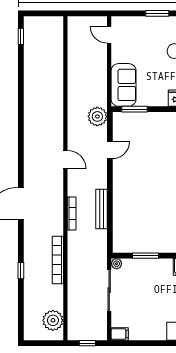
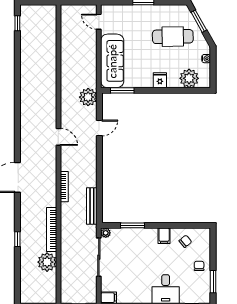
sofa: (124, 85) -> (112, 61), width x1.36
bench: (101, 209) -> (92, 206), moved
plant: (53, 320) -> (47, 262), moved

